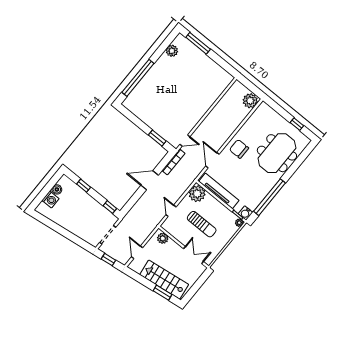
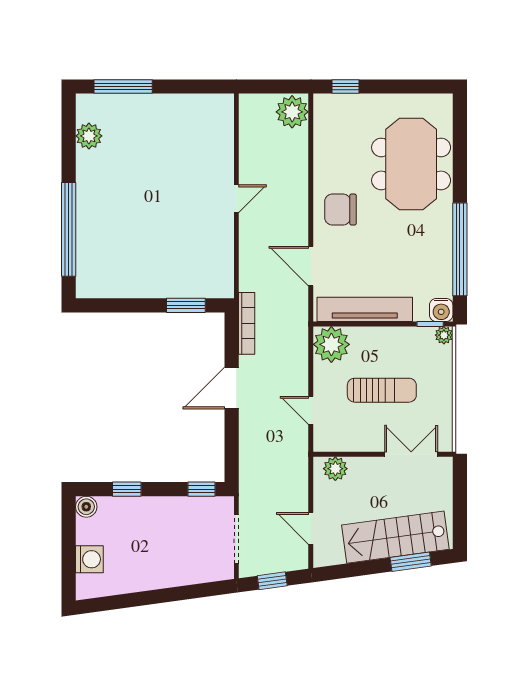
window: (297, 124) -> (346, 86), moved
door: (185, 140) -> (236, 199), moved
boiler: (57, 189) -> (86, 507), moved

